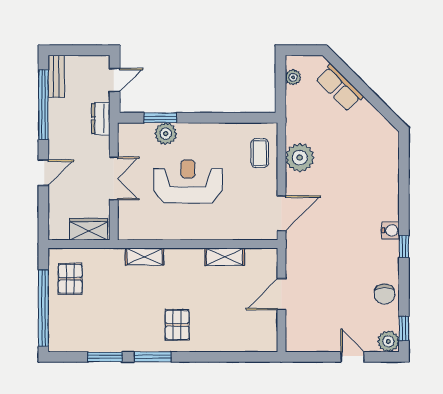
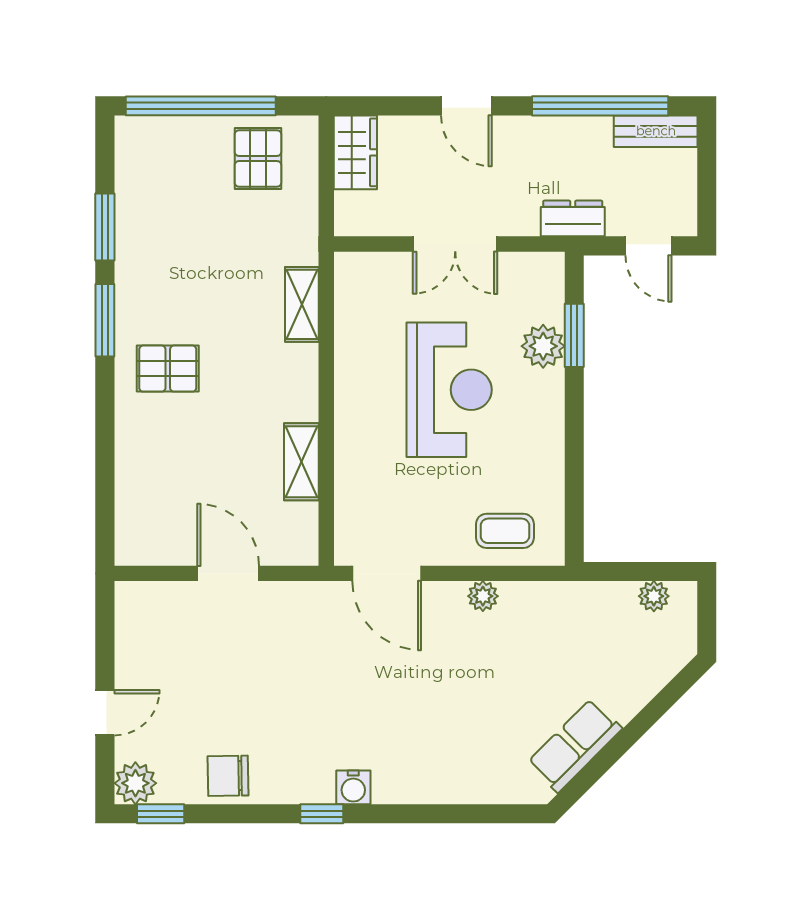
row of seats: (339, 88) -> (575, 745), moved
plant: (300, 158) -> (483, 596), width x0.53, depth x0.53
wardrobe: (89, 229) -> (355, 152), moved
pallet: (70, 279) -> (258, 158), turned 90

